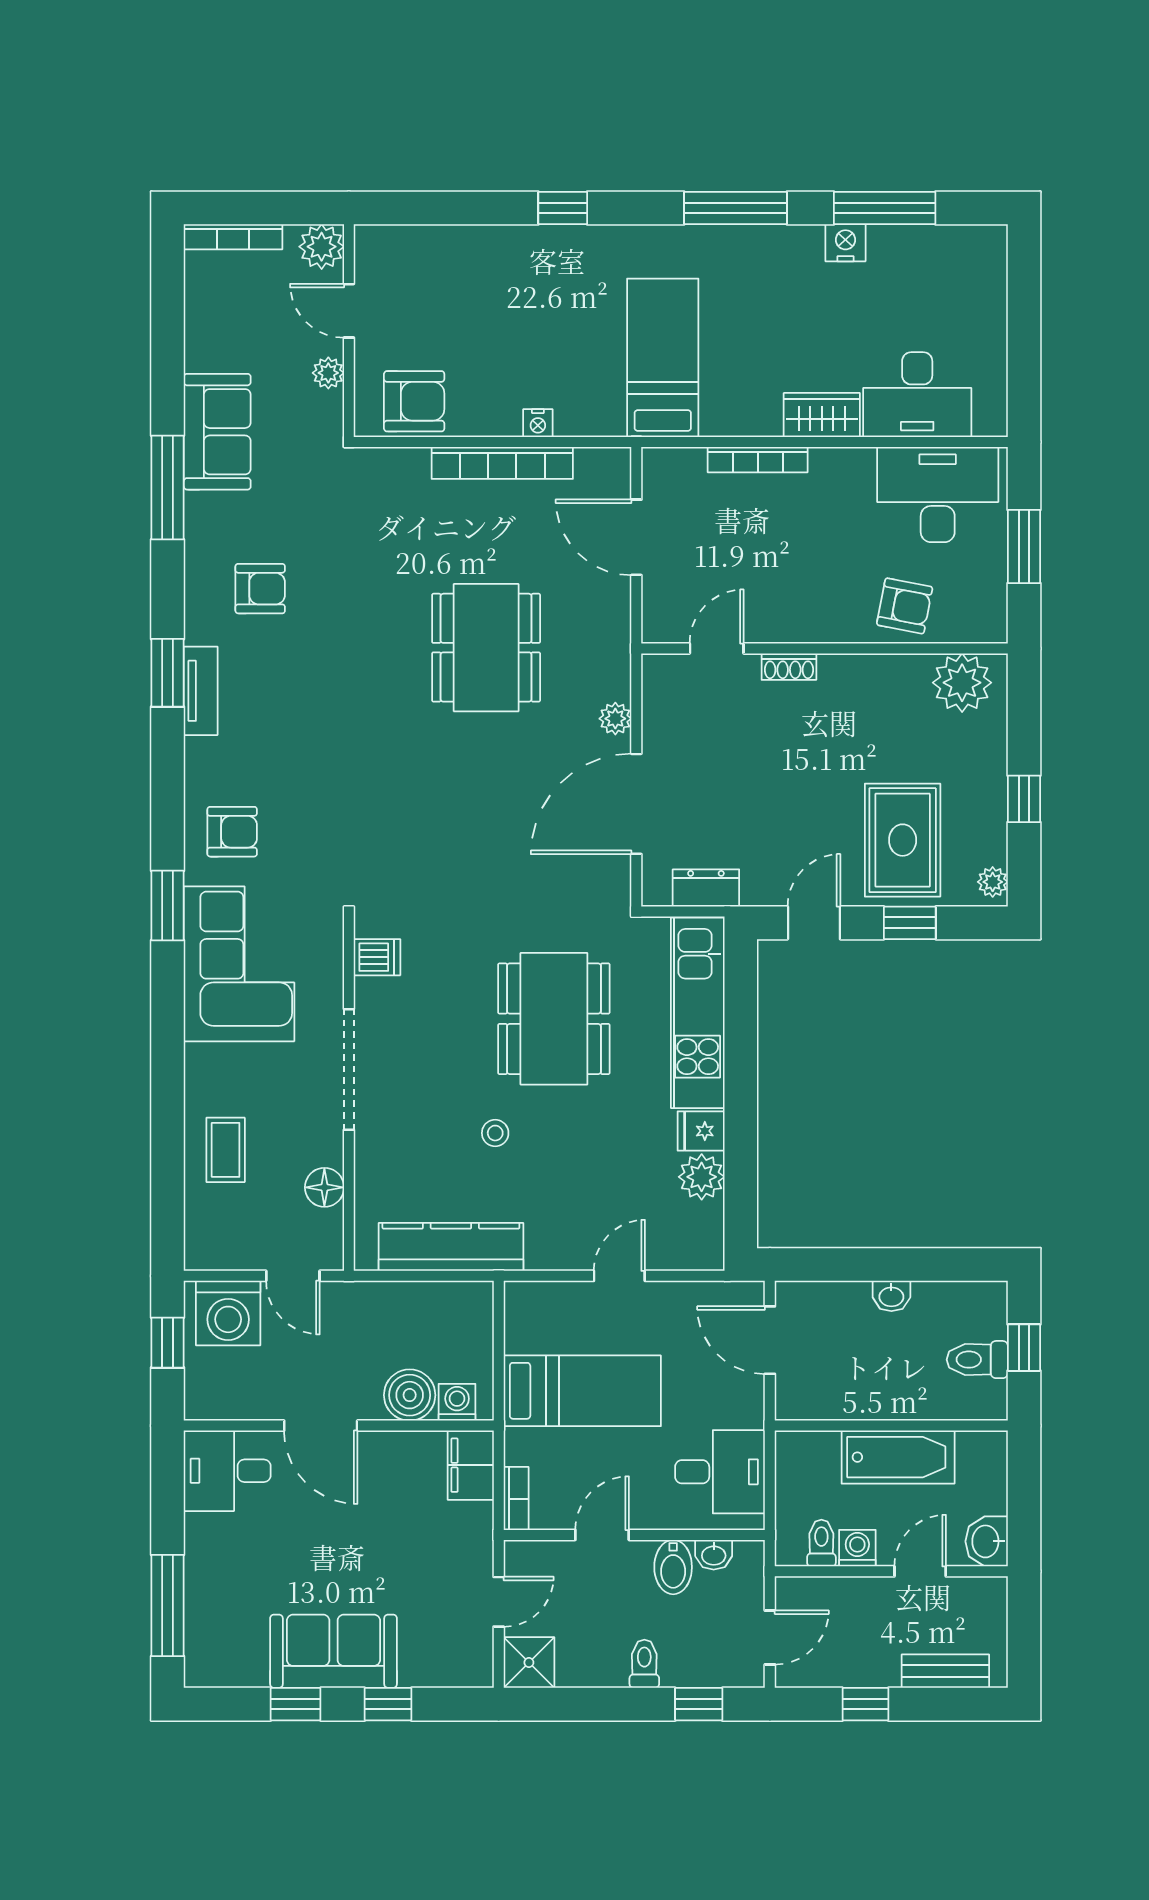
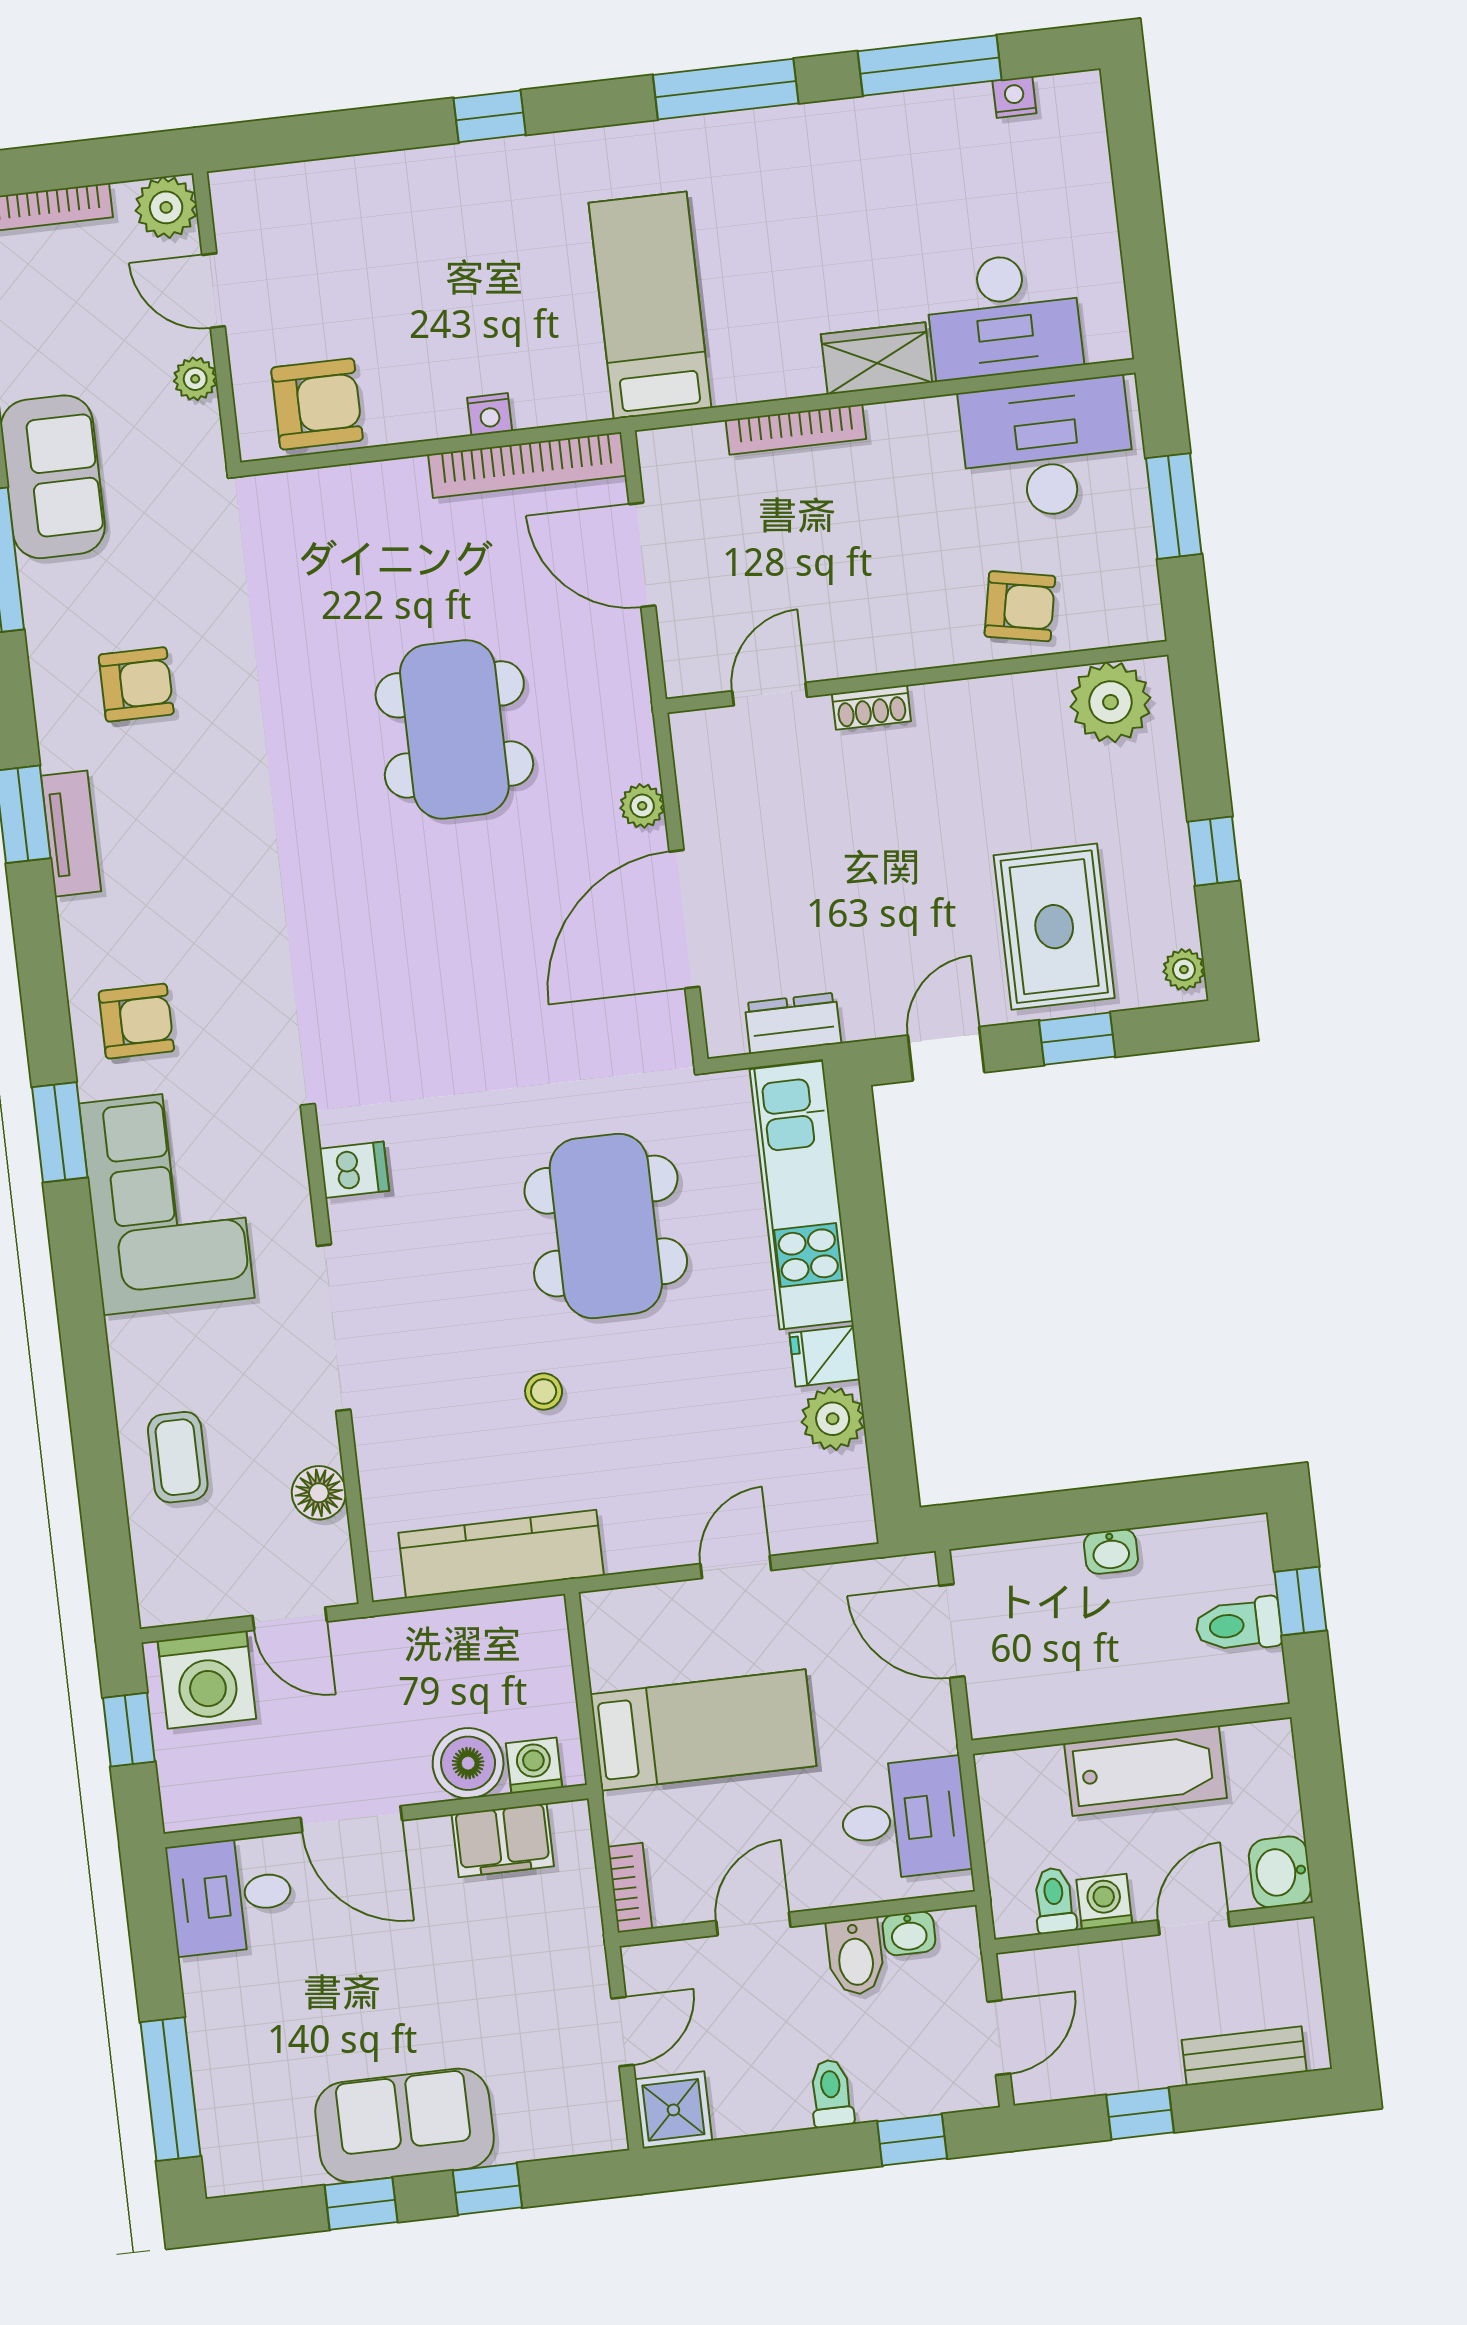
nightstand: (845, 243) -> (1014, 97), moved, width x0.72, depth x0.74
bookcase: (502, 463) -> (527, 465), moved
filing cabinet: (471, 1465) -> (503, 1840), moved, turned -90

